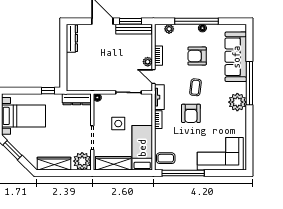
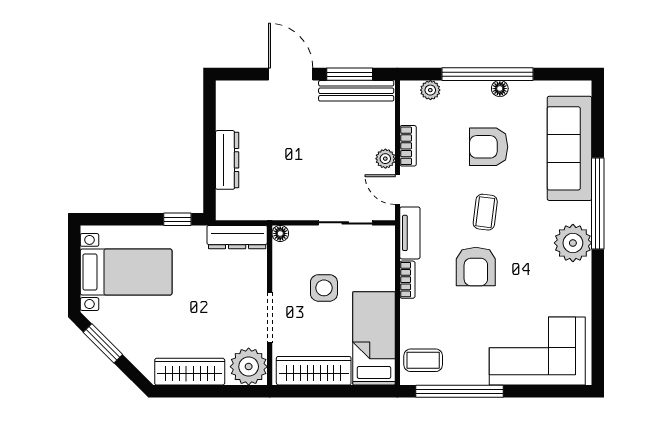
dresser: (72, 38) -> (227, 160), moved

